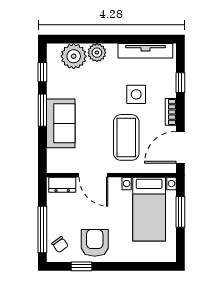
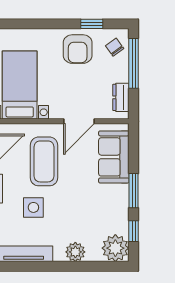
plant: (74, 56) -> (115, 248), moved
sofa: (61, 123) -> (114, 157), moved
door: (93, 175) -> (79, 121), swing flipped
dresser: (62, 185) -> (121, 97), moved, turned -90

